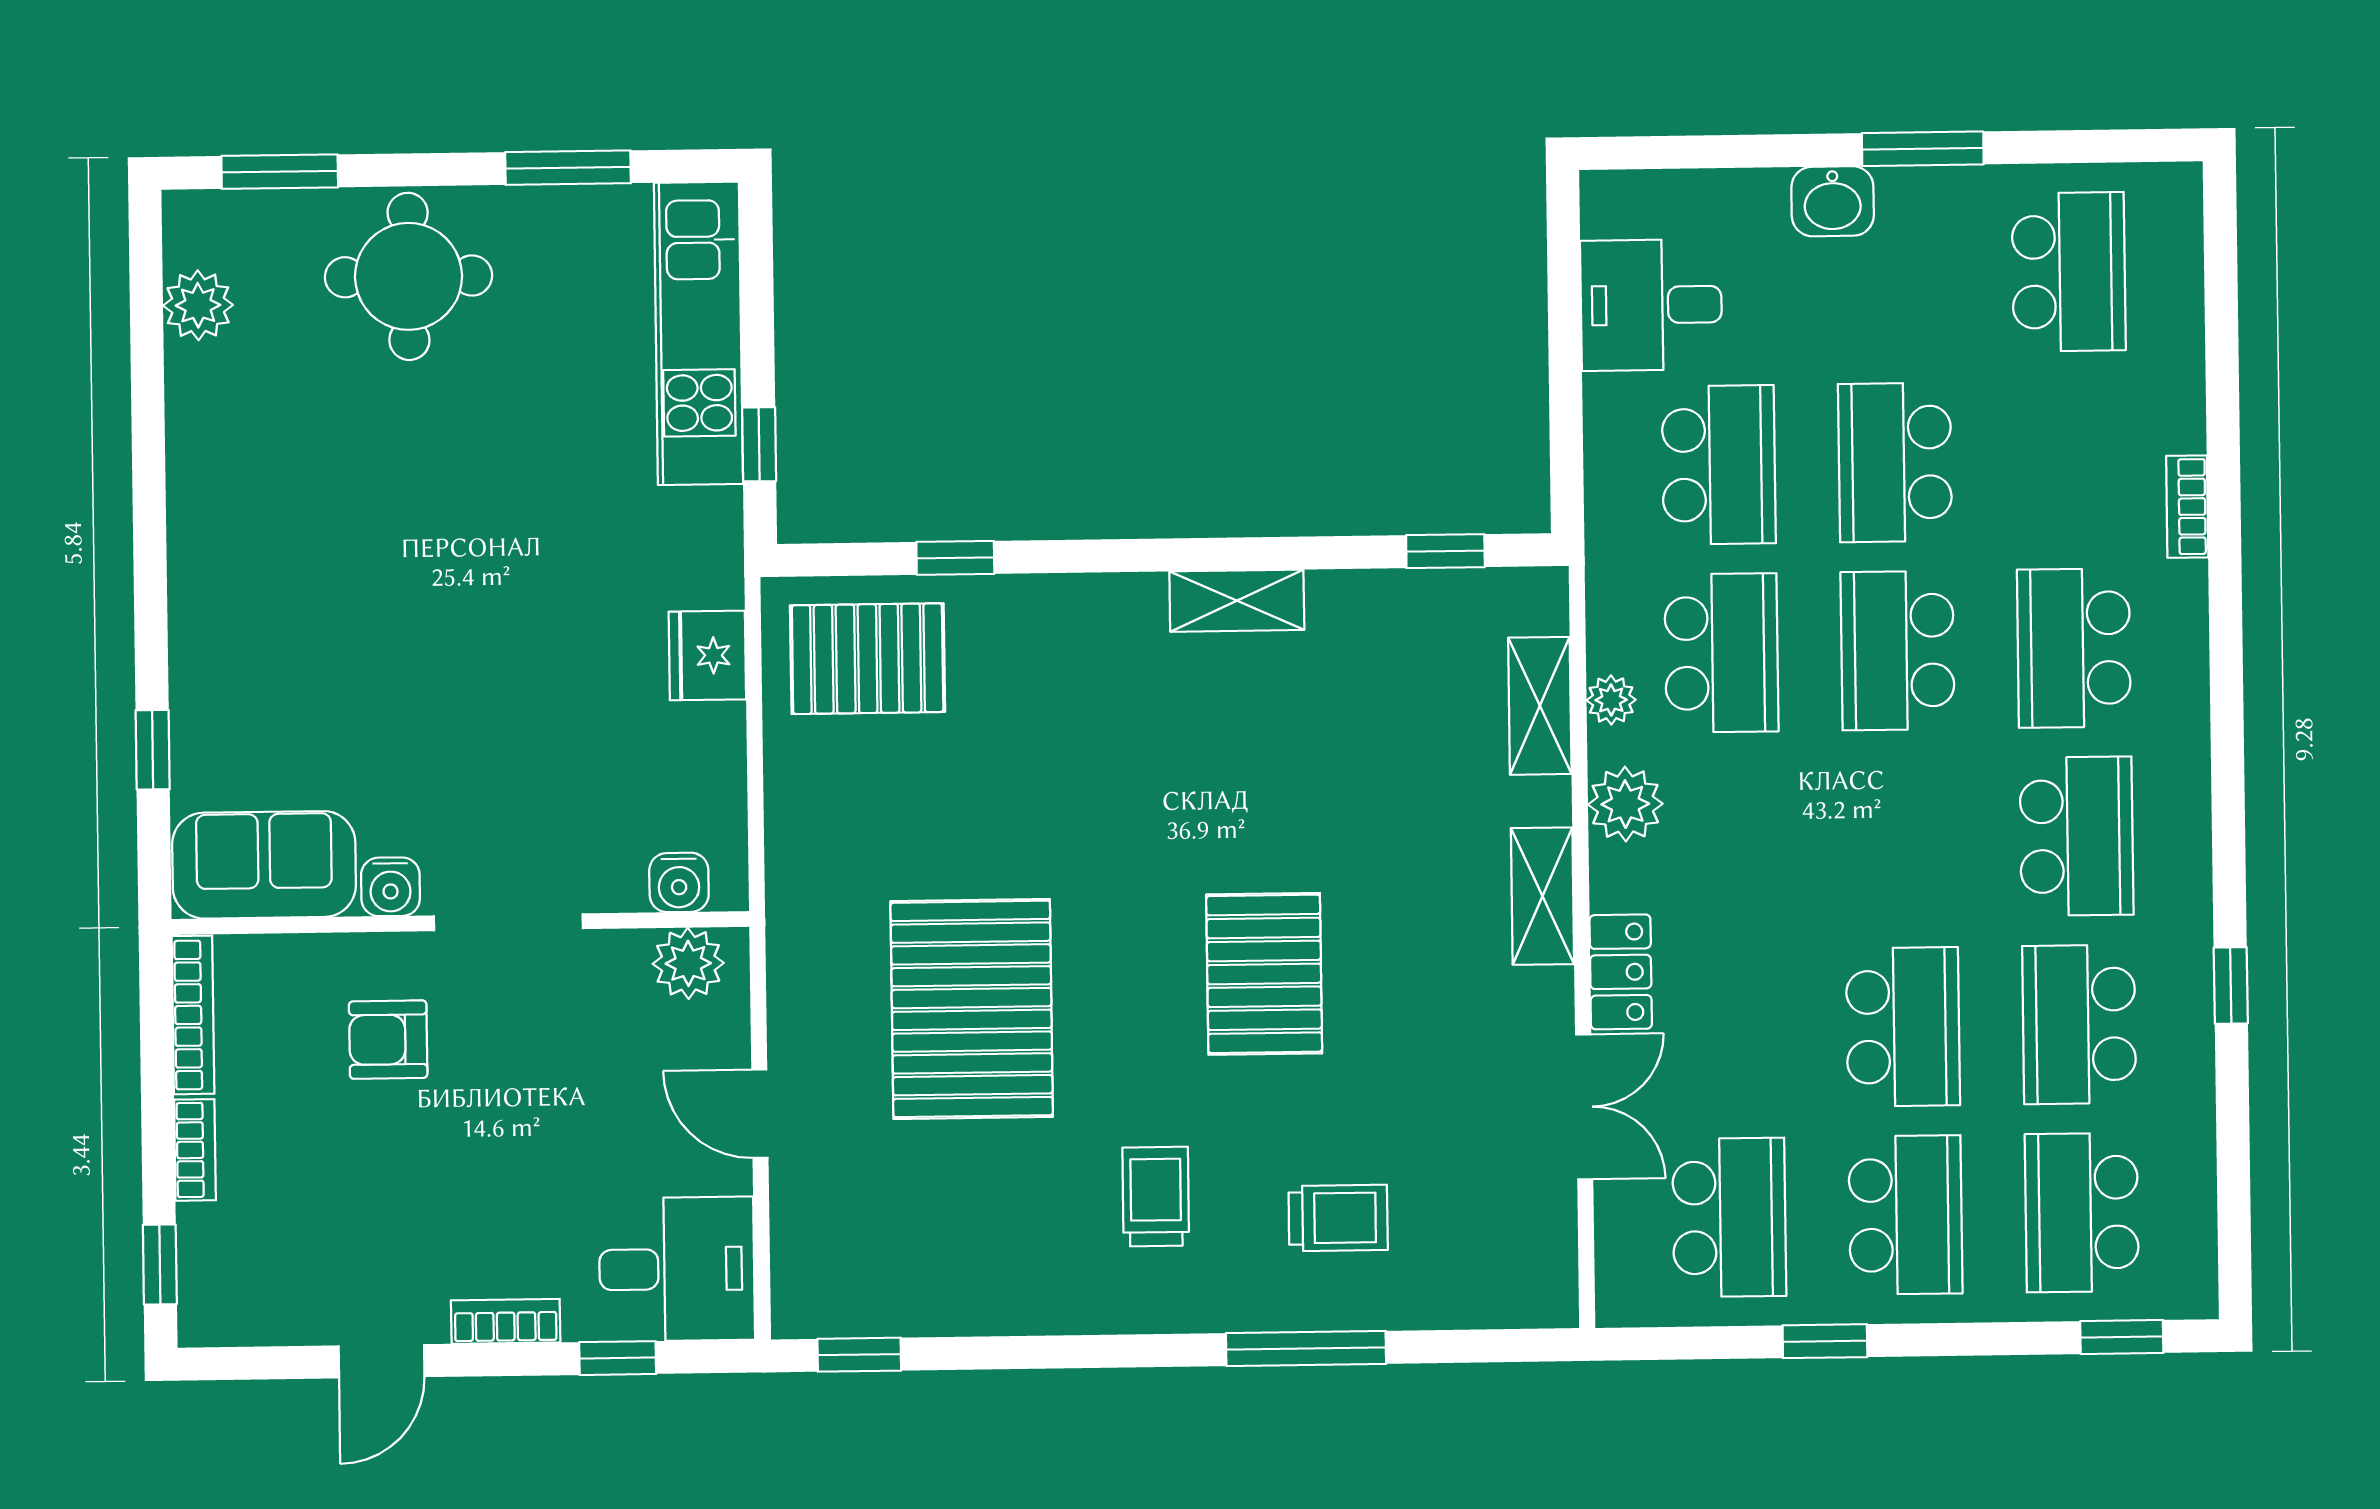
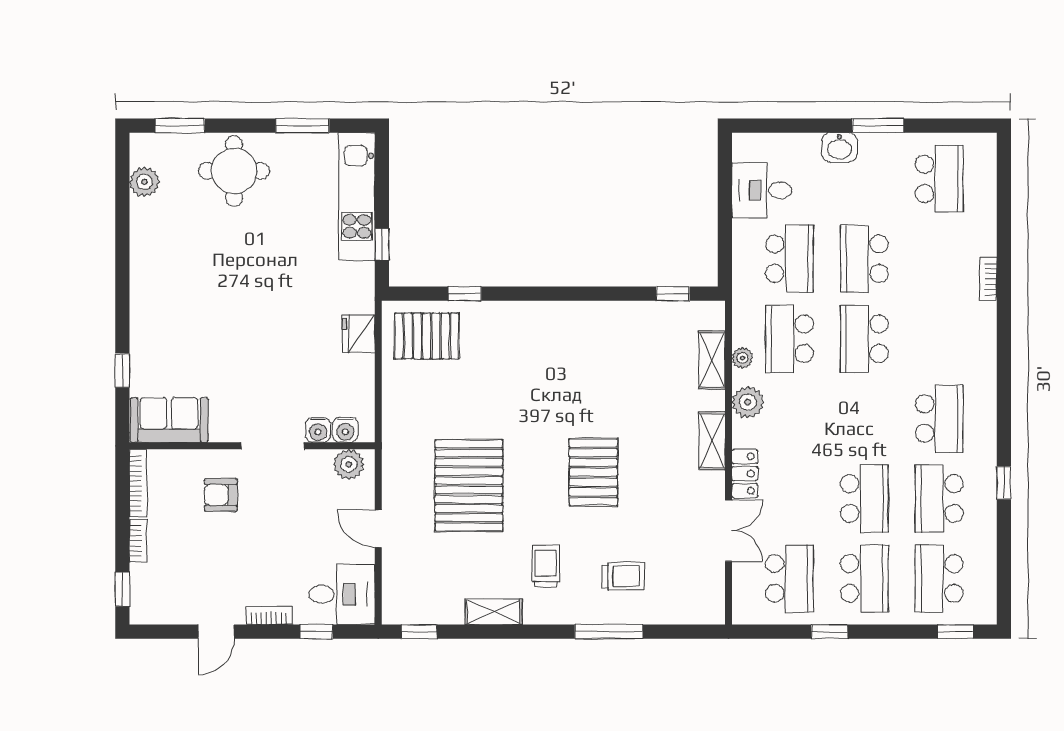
shelving: (1237, 601) -> (493, 612), moved
school desk: (2074, 648) -> (939, 339), removed
school desk: (1721, 653) -> (789, 339), turned 180
water cooler: (390, 887) -> (318, 430), moved

